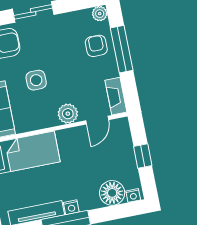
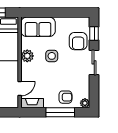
plant: (68, 114) -> (27, 56), moved
door: (97, 120) -> (20, 89), swing flipped

